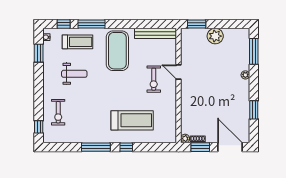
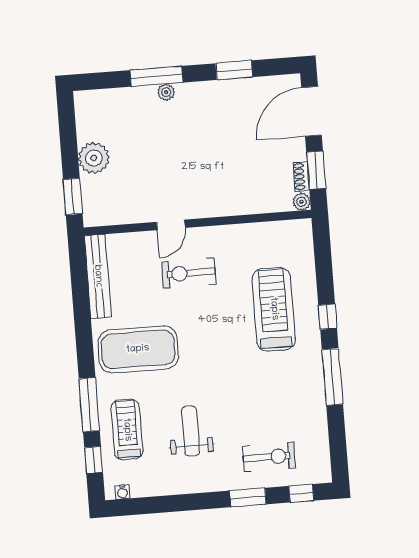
window: (254, 51) -> (156, 76), moved
window: (39, 53) -> (248, 498), moved
exercise bike: (154, 79) -> (189, 273), turned 180

